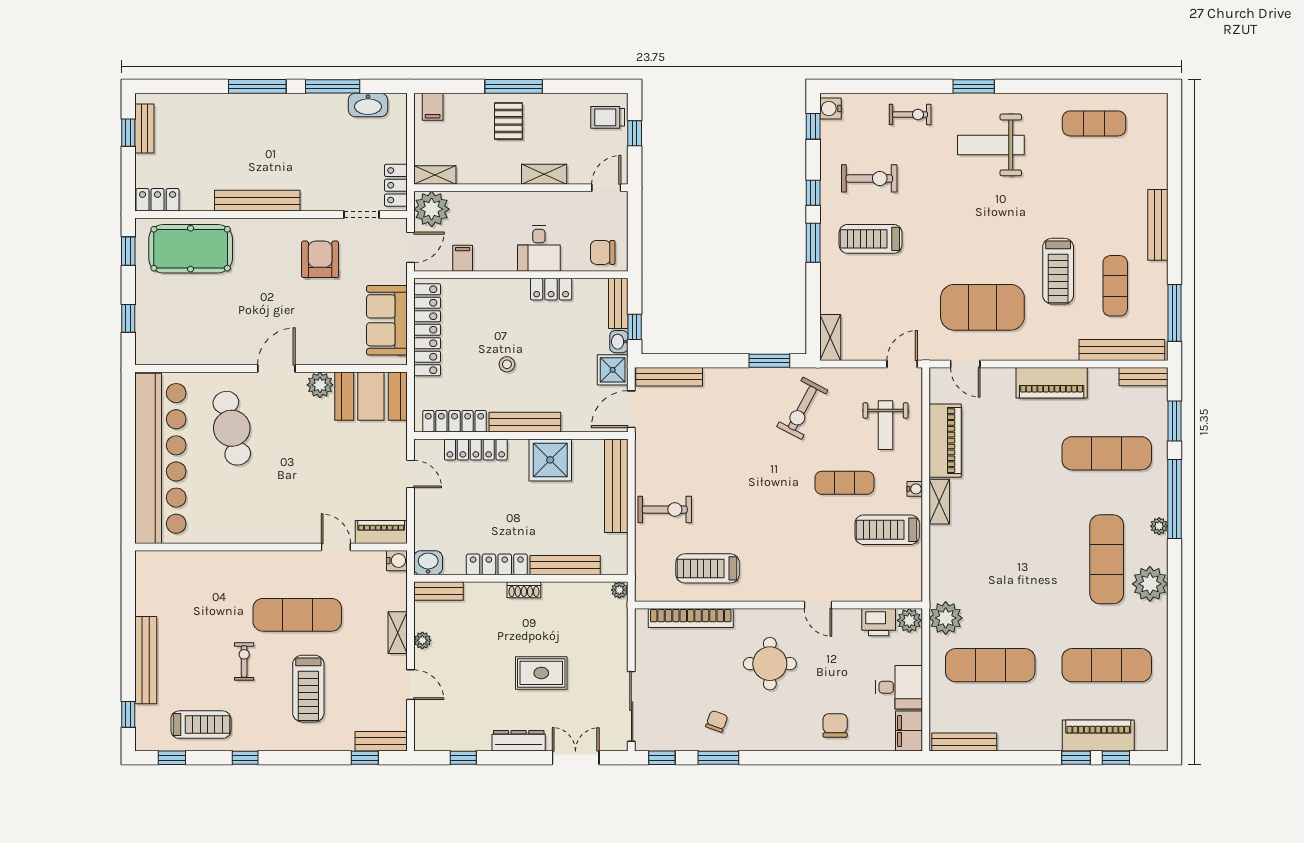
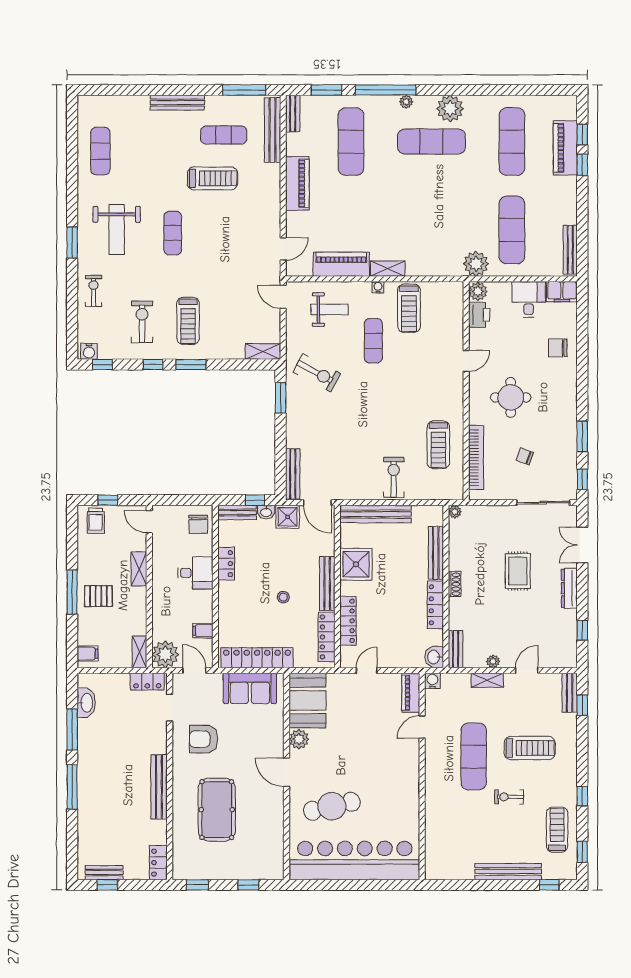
pool table: (191, 249) -> (217, 810), moved
exercise mat: (982, 307) -> (173, 233), moved, width x0.50, depth x0.69
chair: (717, 721) -> (525, 456), moved

